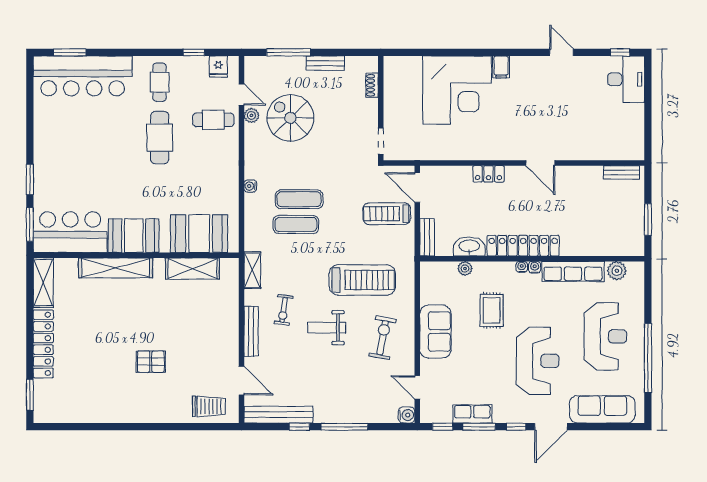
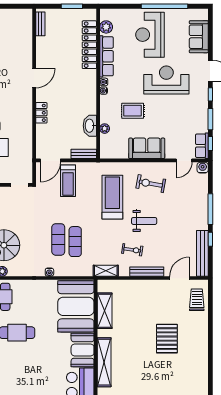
booth: (199, 234) -> (76, 306), width x1.36, depth x1.42
locker: (523, 246) -> (89, 45), moved
weight bench: (327, 328) -> (144, 221), turned -90
reception desk: (605, 336) -> (150, 35), turned -90
pallet: (151, 362) -> (167, 339), width x1.50, depth x1.42
sofa: (602, 409) -> (199, 37), width x0.73
row of seats: (472, 414) -> (202, 146), moved

